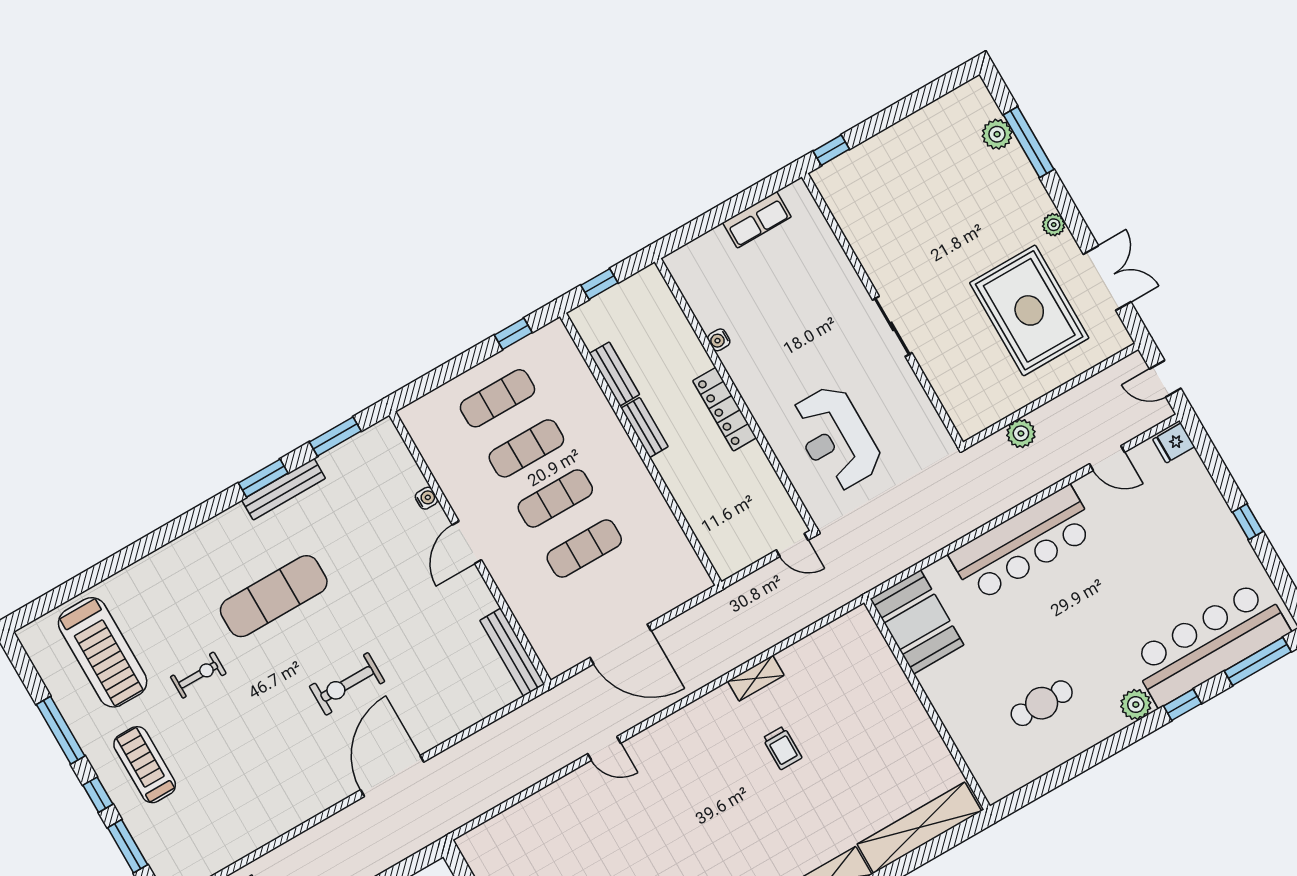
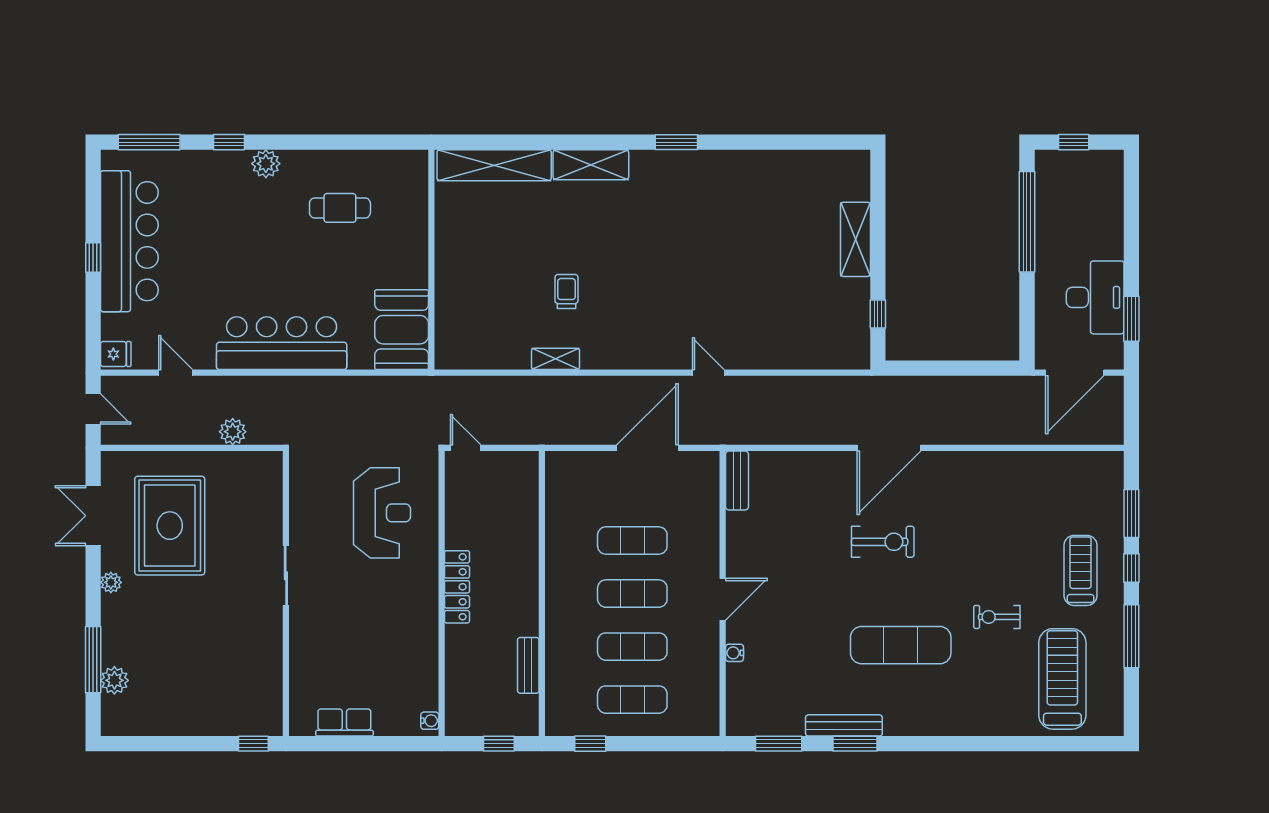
water cooler: (719, 340) -> (430, 721), moved
bench: (645, 427) -> (529, 609), removed
bar counter: (1210, 643) -> (129, 241), moved, turned -90
door: (621, 644) -> (647, 448), hinge flipped
bench: (512, 652) -> (737, 480), width x0.73
treadmill: (145, 765) -> (1081, 570), turned 180

